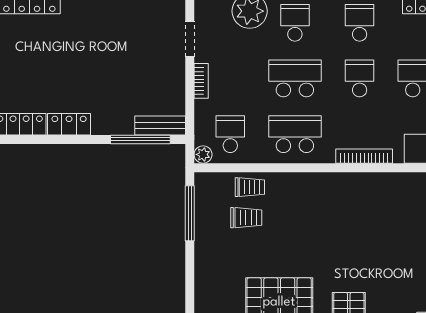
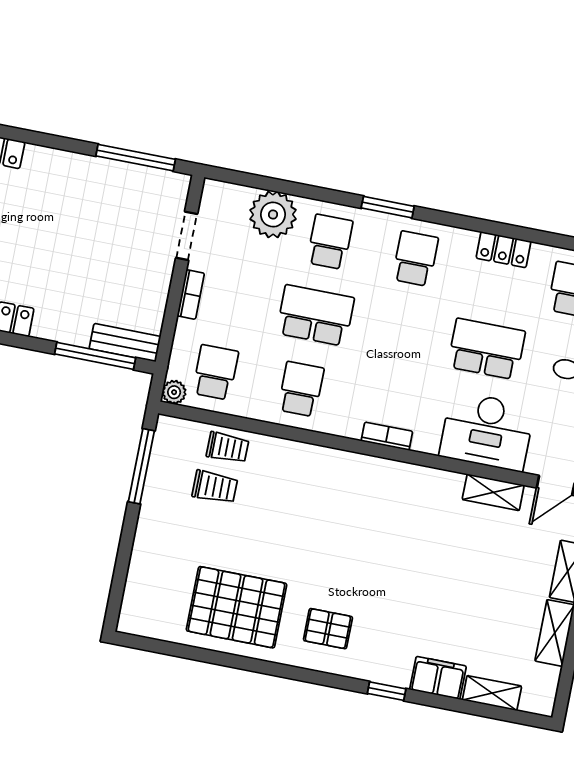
school desk: (360, 78) -> (401, 332), removed
school desk: (295, 134) -> (301, 389), width x0.54
bookcase: (364, 156) -> (387, 436), width x0.64

